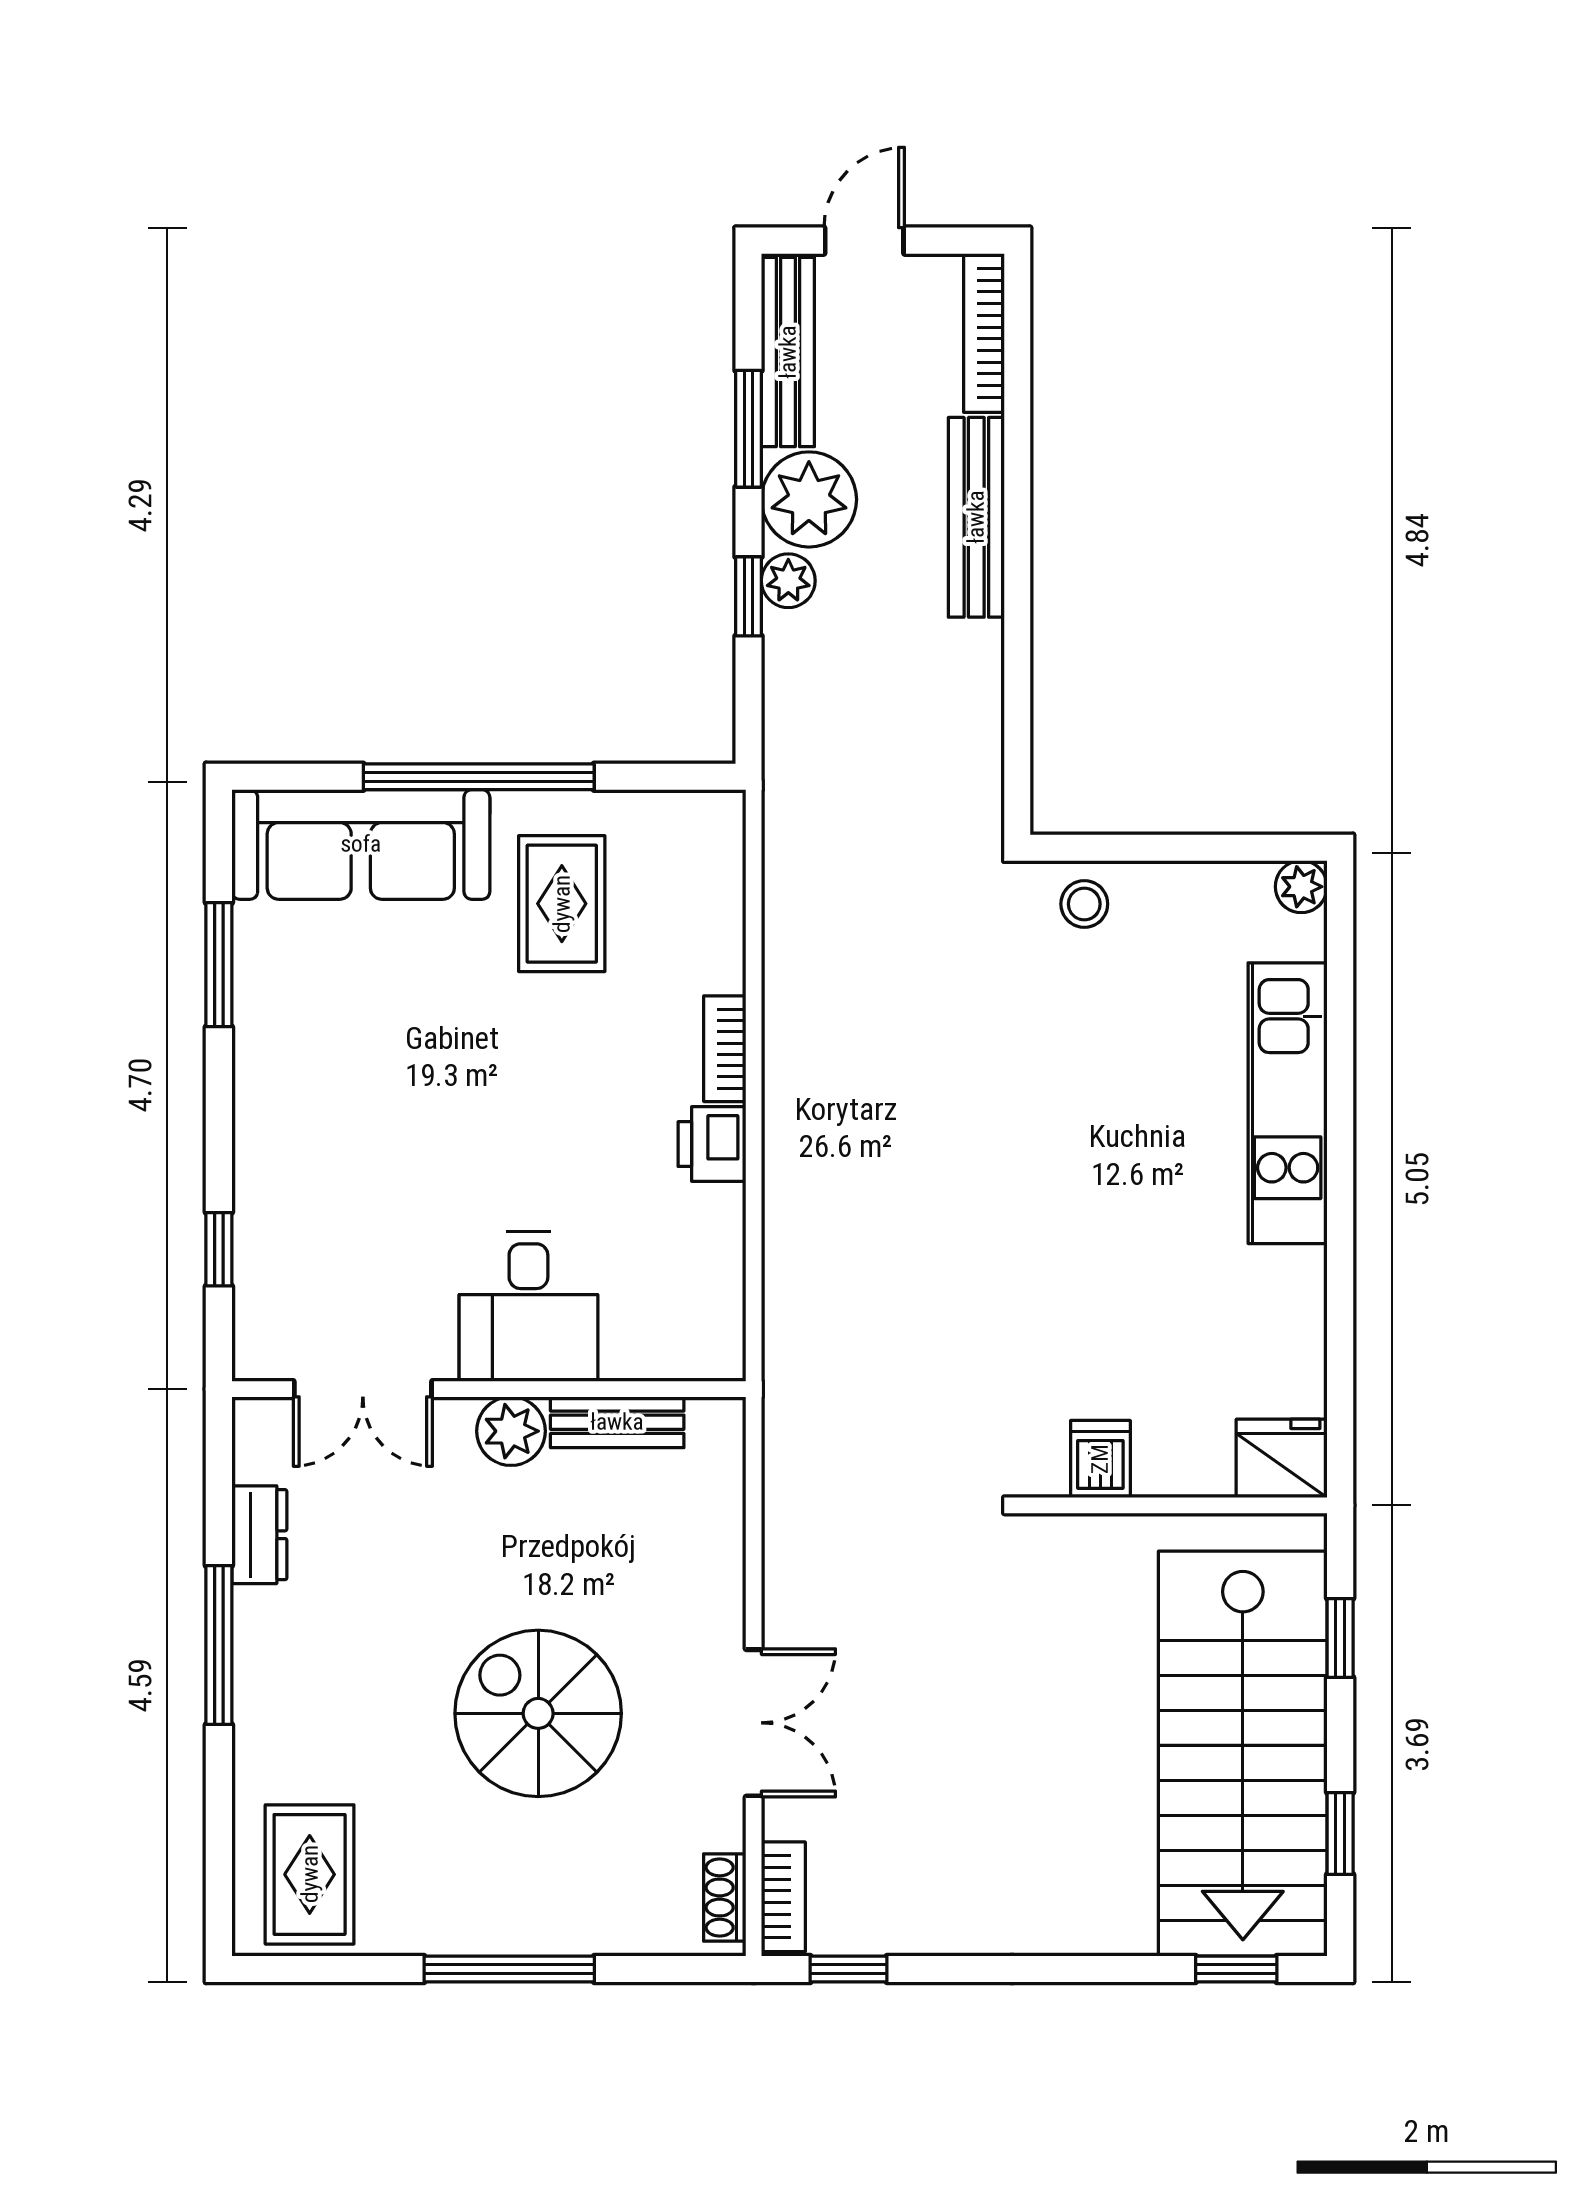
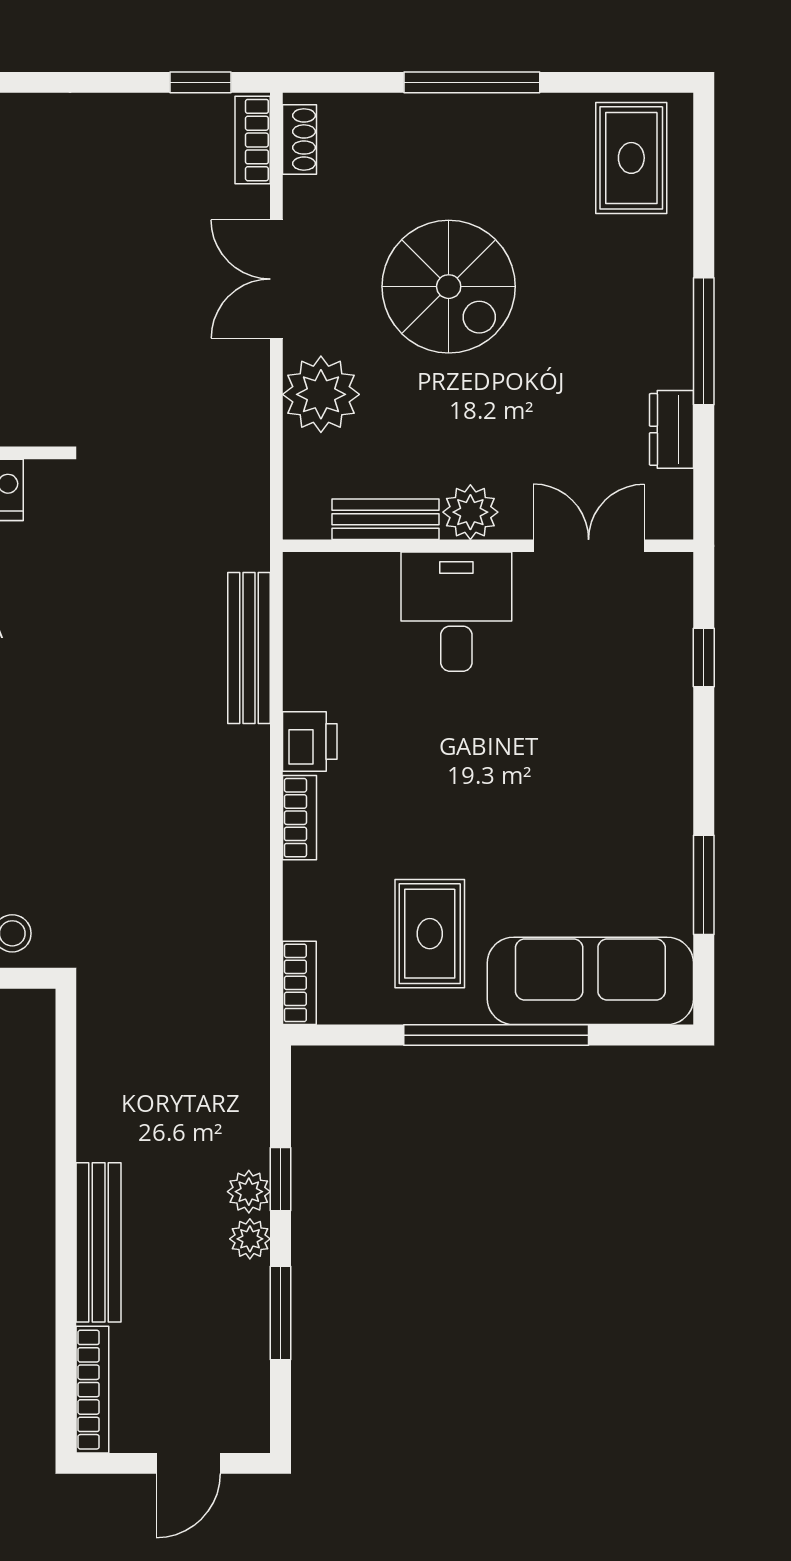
bench: (788, 352) -> (249, 648), moved
plant: (809, 499) -> (250, 1239), width x0.53, depth x0.53
bookcase: (725, 842) -> (299, 983), added
plant: (698, 1579) -> (321, 394), added

